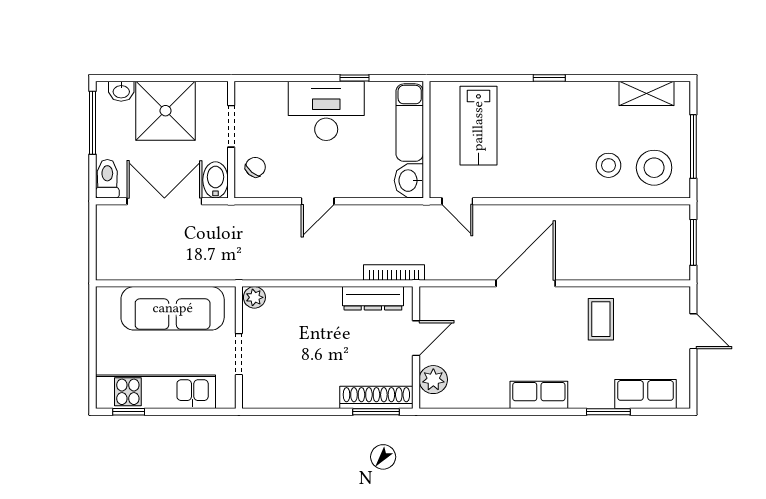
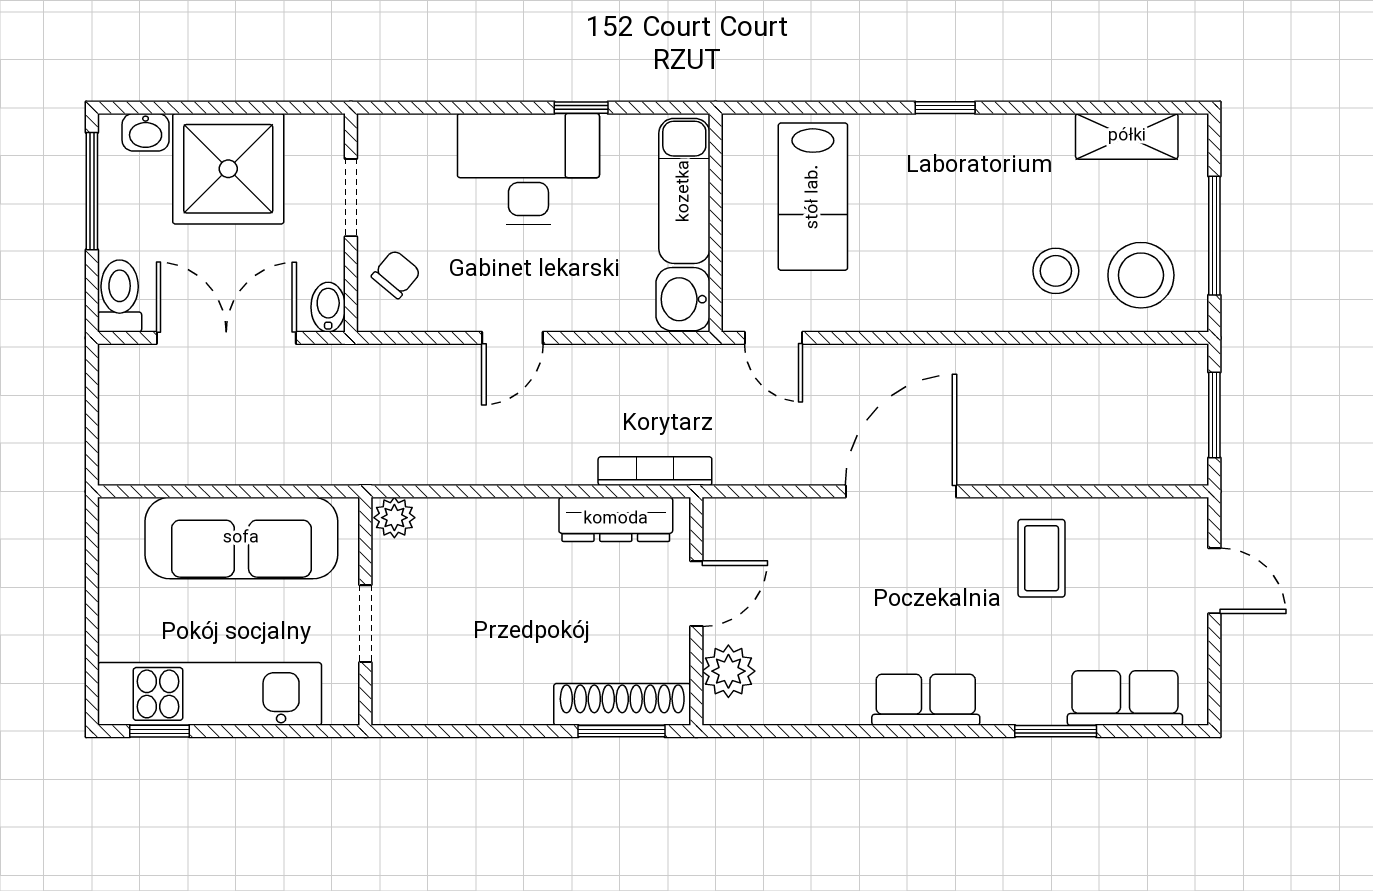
bidet: (216, 180) -> (328, 307), width x0.72, depth x0.74

